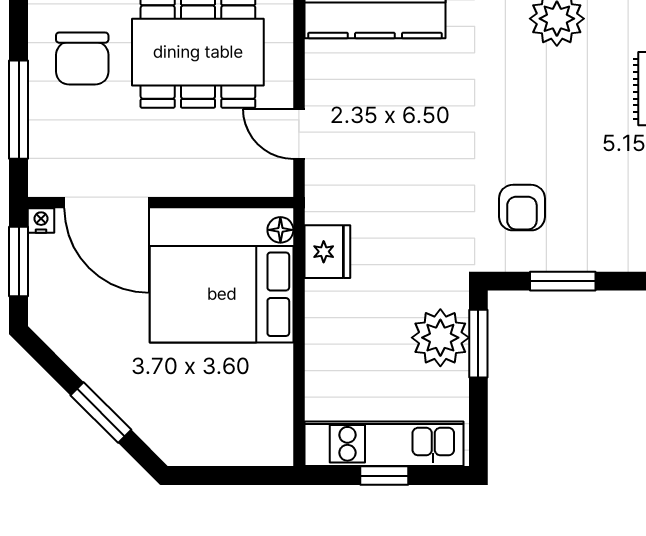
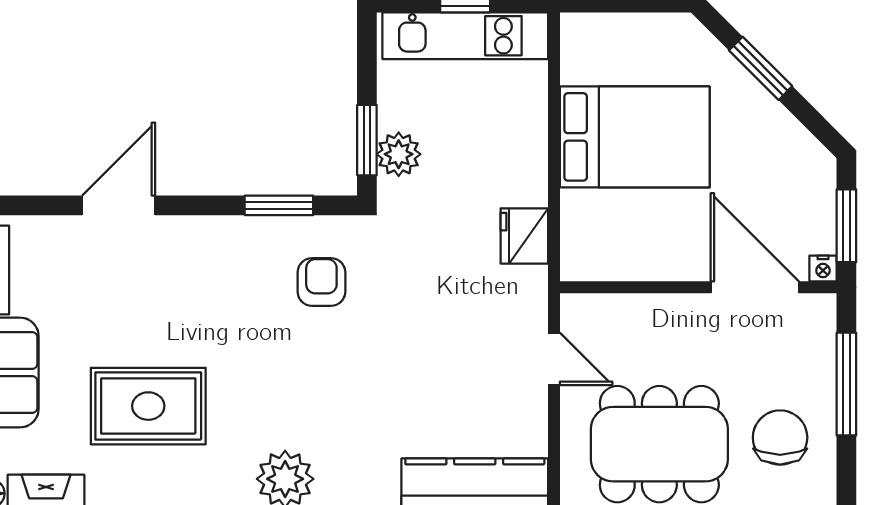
floor lamp: (280, 230) -> (573, 259), removed
bed: (222, 294) -> (635, 137), moved
plant: (440, 338) -> (399, 154), width x0.73, depth x0.73

